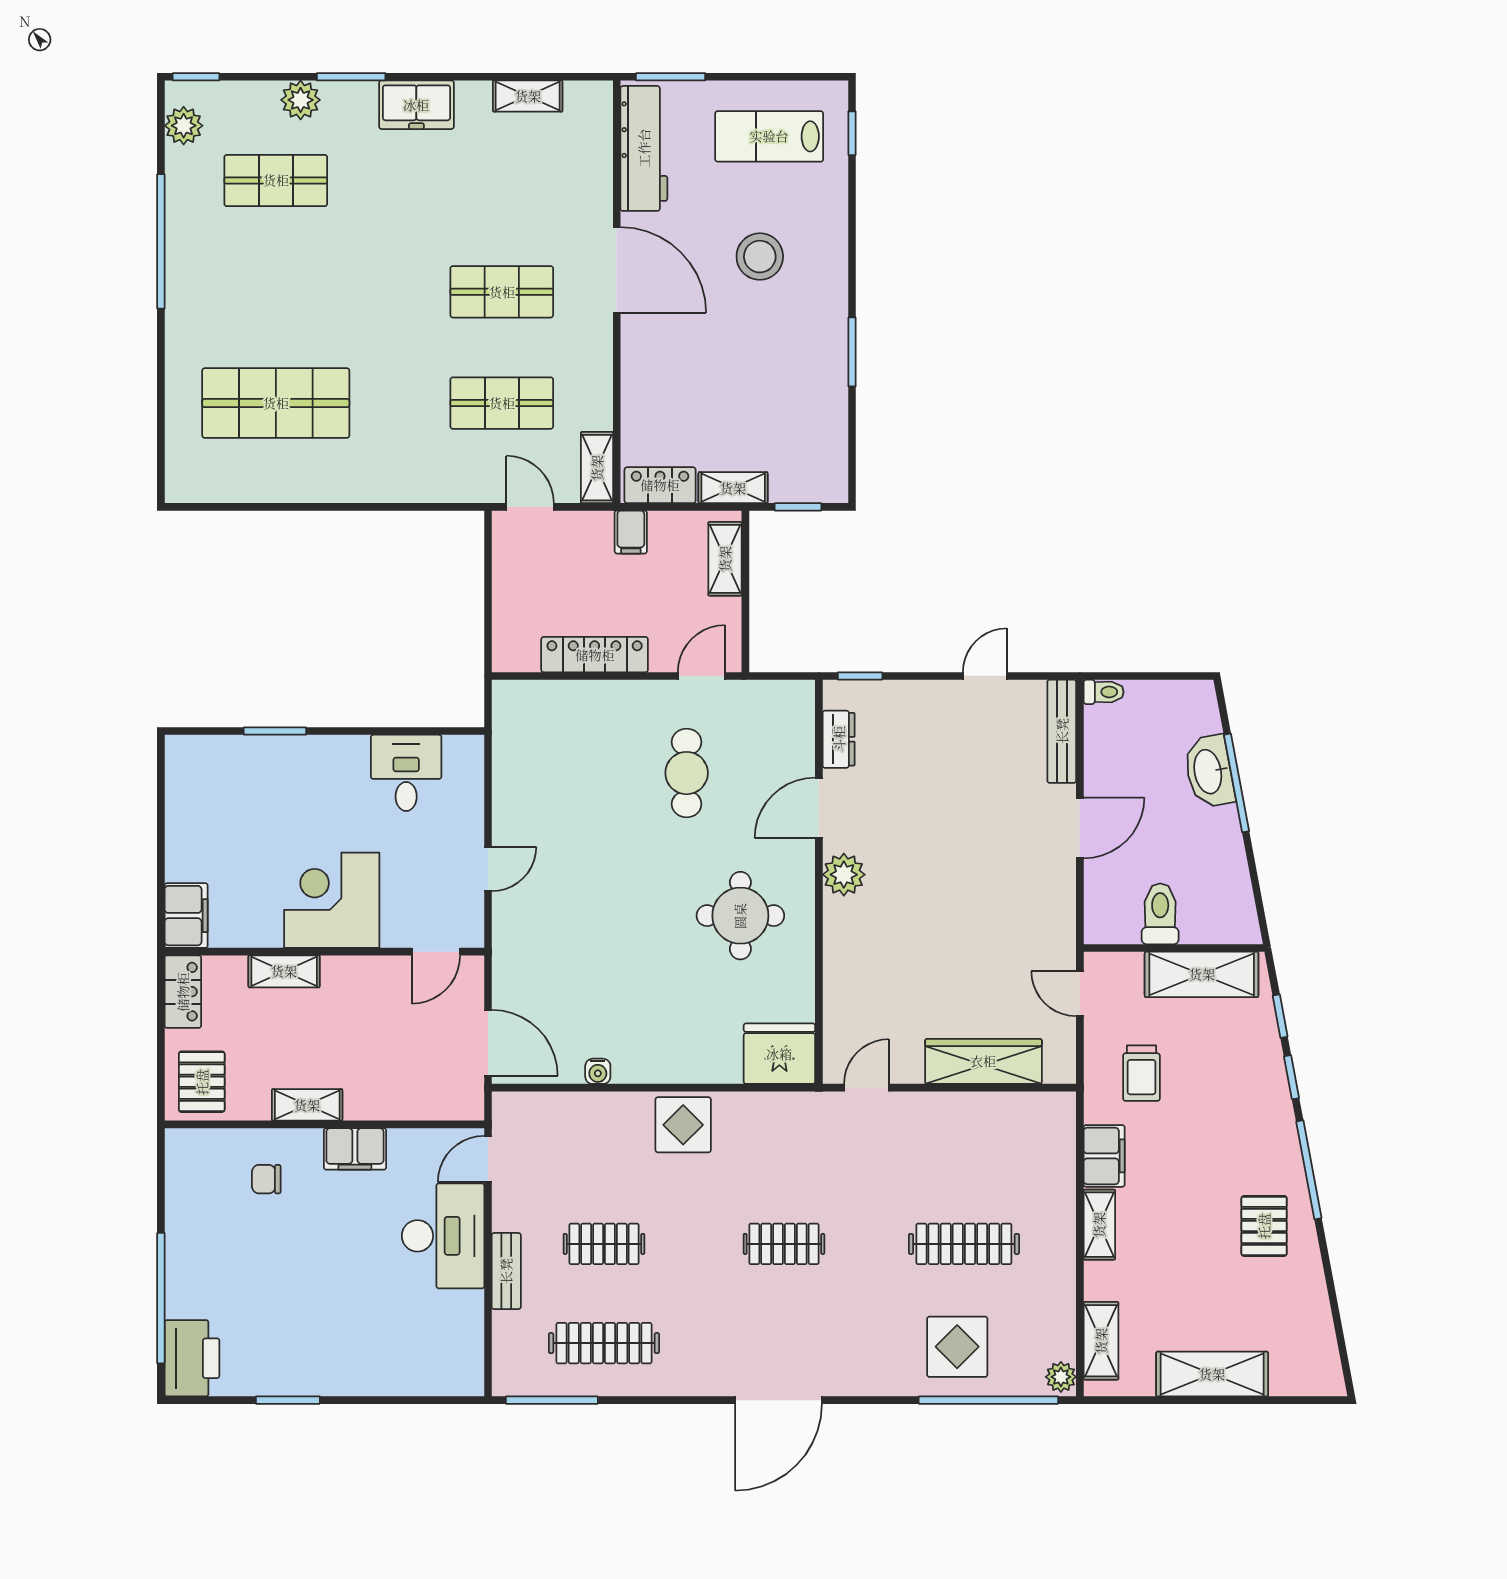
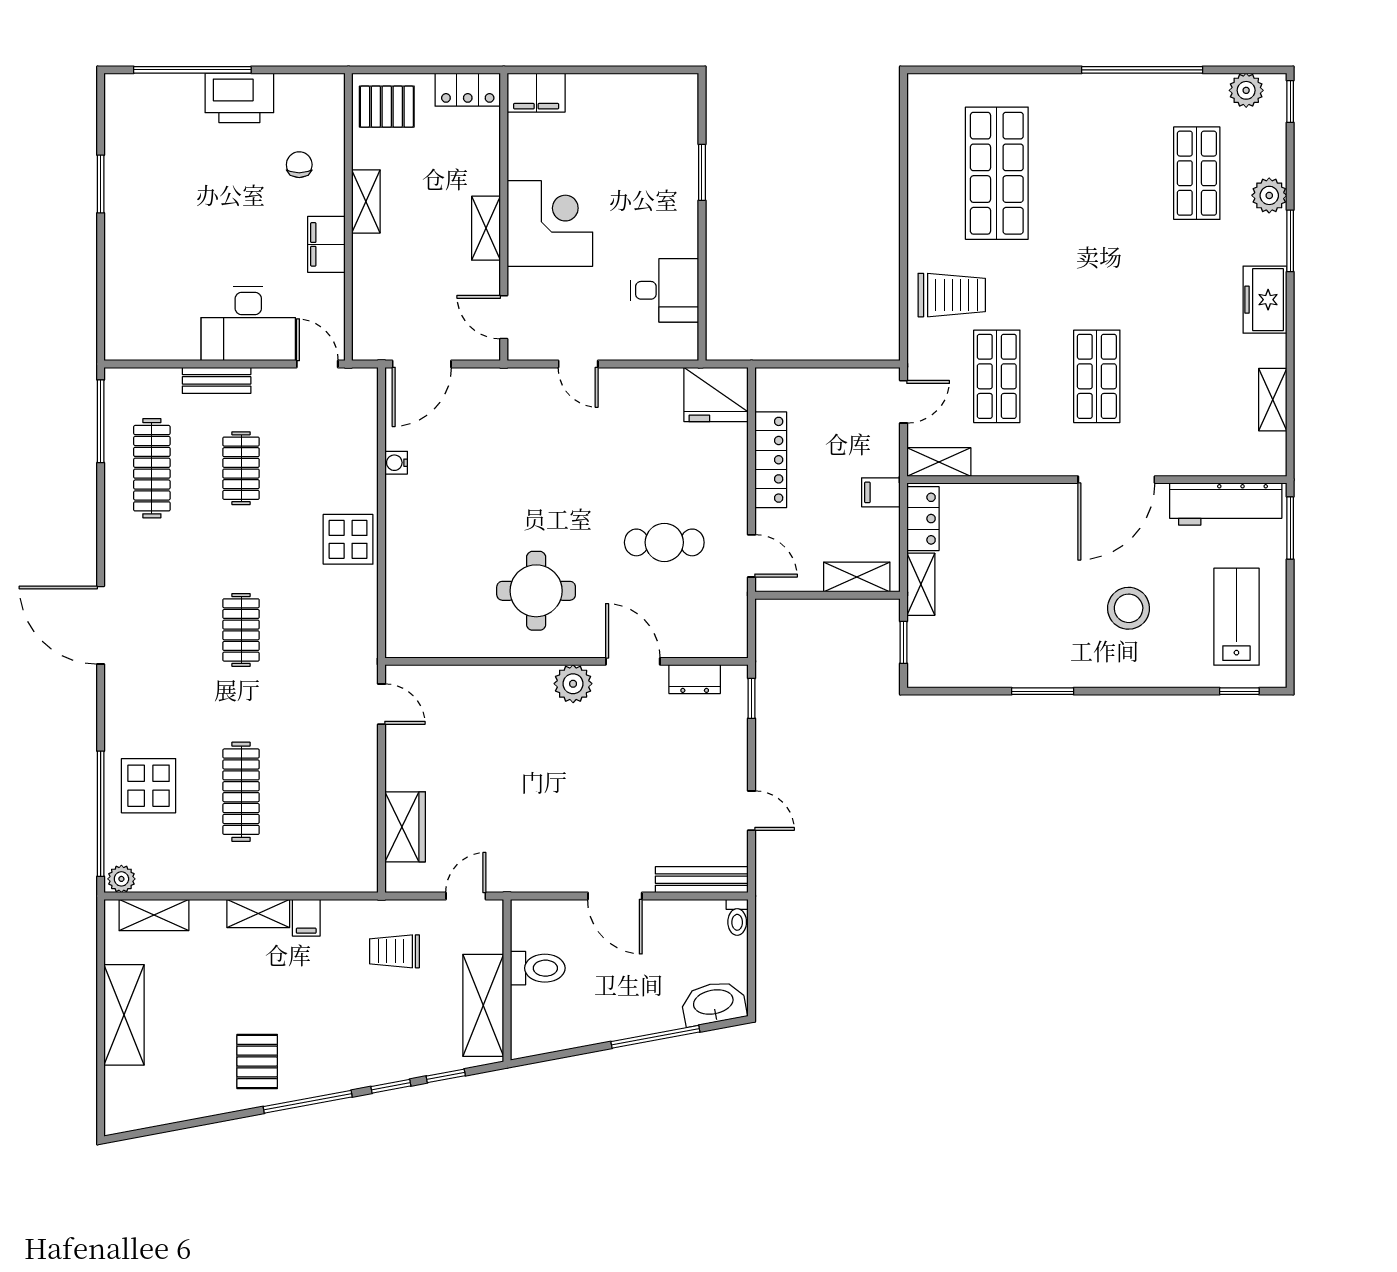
trolley: (411, 453) -> (952, 295), added
washbasin: (1209, 771) -> (713, 1003), moved
shelving: (284, 971) -> (486, 228), moved
fridge: (779, 1054) -> (716, 394), moved, turned 90
wardrobe: (983, 1061) -> (405, 827), width x0.67
filing cabinet: (1104, 1156) -> (306, 918), width x0.50
pallet: (1264, 1226) -> (257, 1062), turned 90
printer: (192, 1358) -> (239, 98), moved

